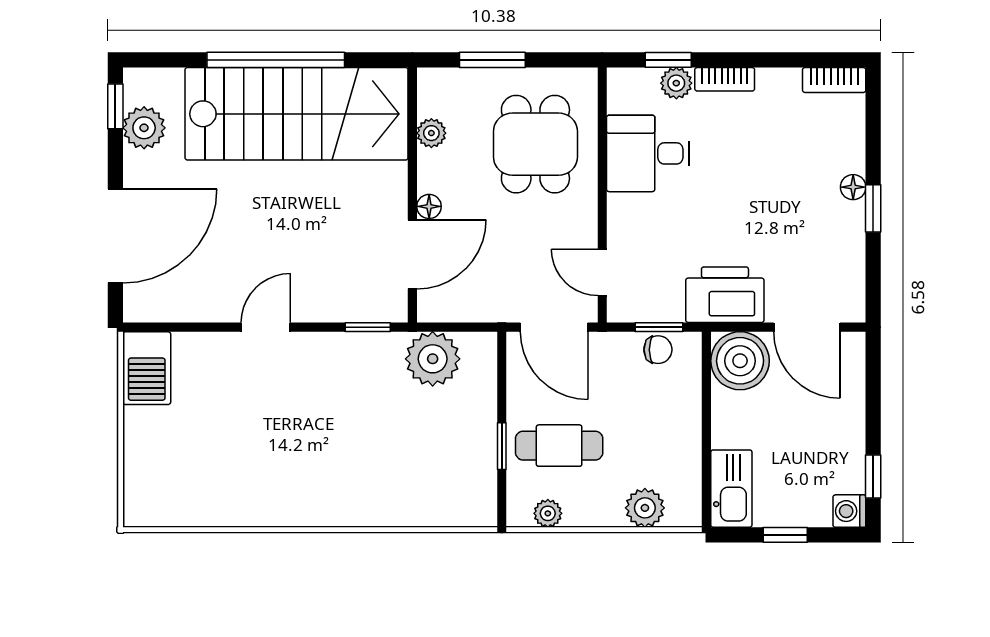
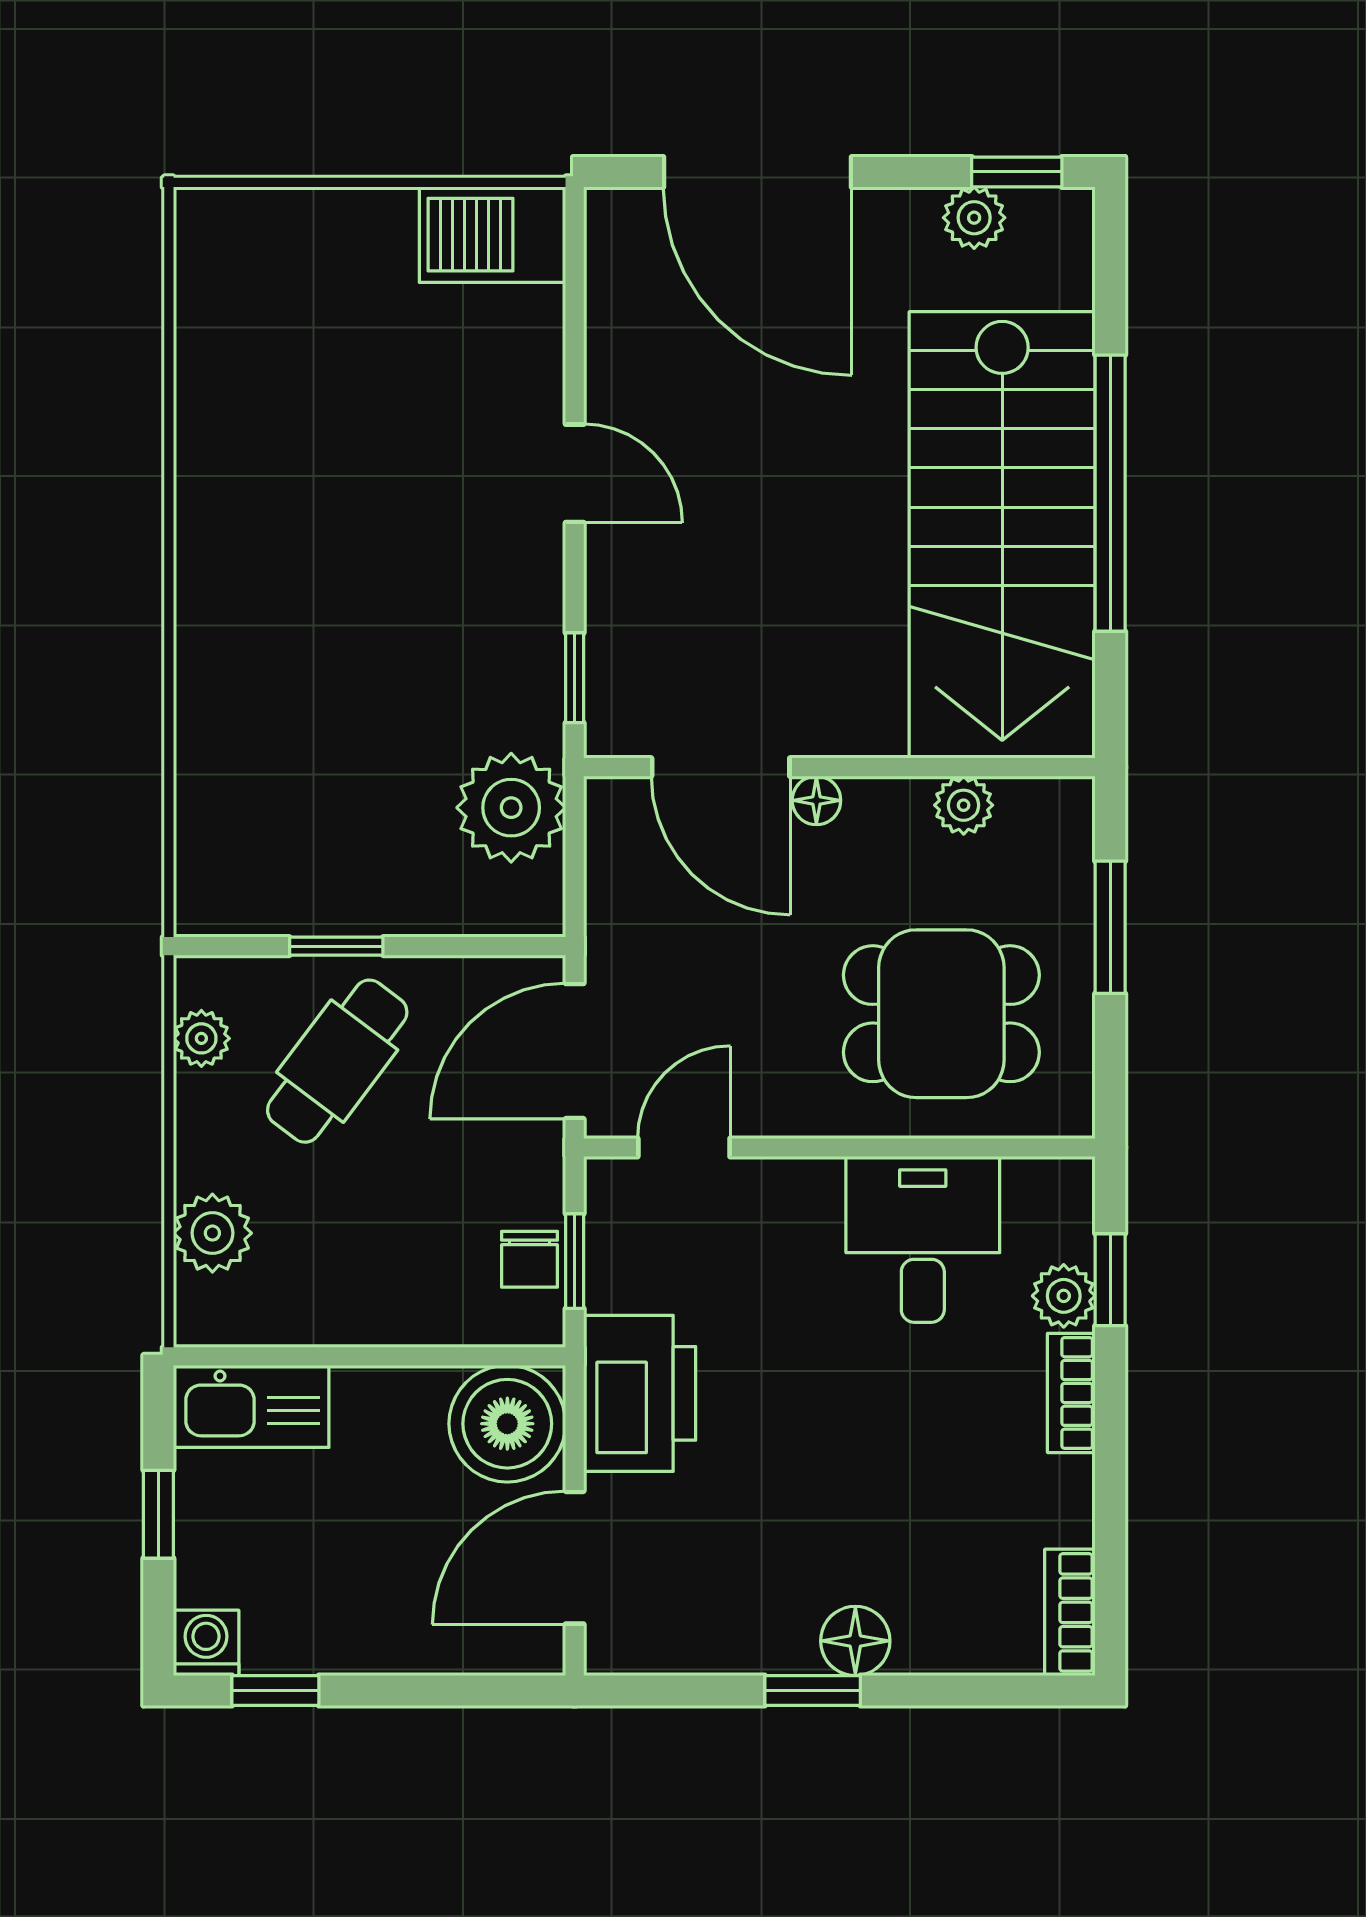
plant: (144, 128) -> (974, 218), width x0.73, depth x0.73
floor lamp: (853, 187) -> (855, 1641), width x1.37, depth x1.37
cafe table: (559, 446) -> (337, 1061), turned 37

